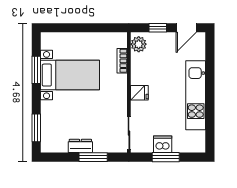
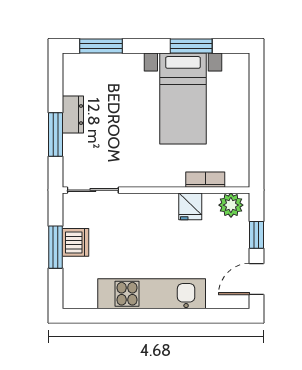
door: (186, 28) -> (257, 279), hinge flipped
fridge: (139, 93) -> (190, 206), moved

